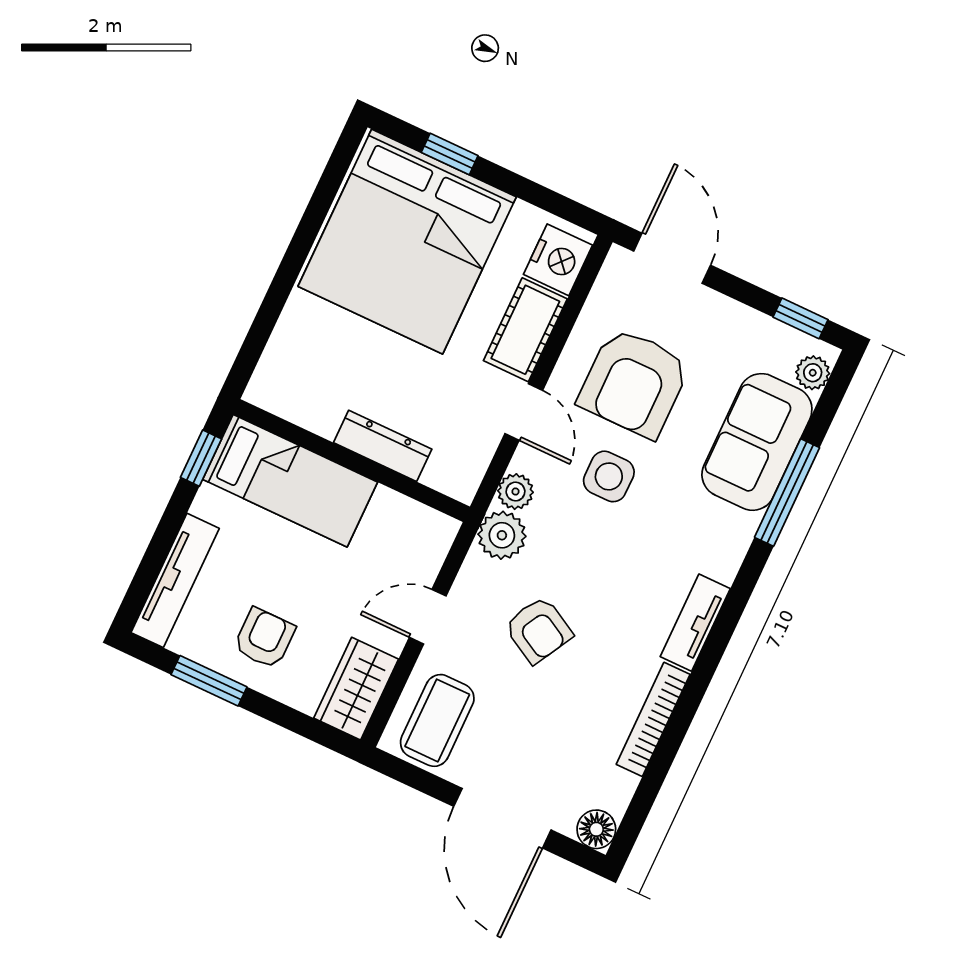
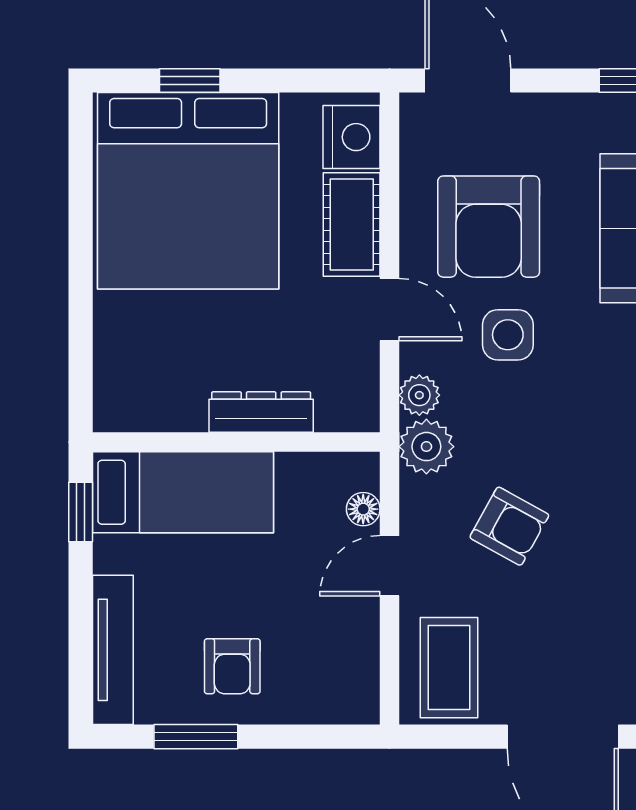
floor lamp: (428, 562) -> (363, 509), added
armchair: (264, 638) -> (232, 666), turned 180
wardrobe: (356, 689) -> (351, 674), removed

